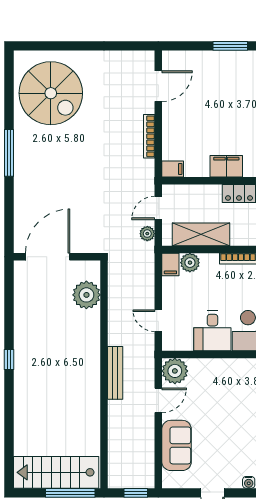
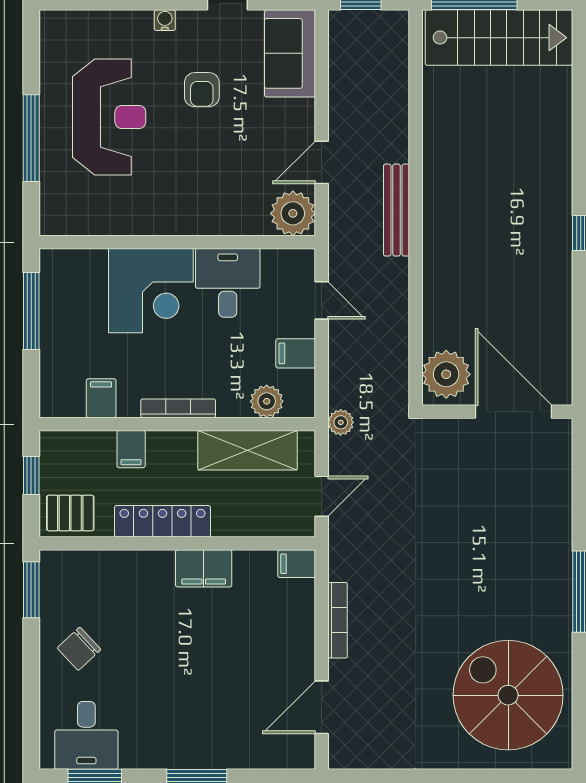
plant: (147, 234) -> (341, 422), moved
door: (48, 257) -> (513, 412), swing flipped
filing cabinet: (170, 264) -> (296, 353), moved, turned -90
plant: (86, 295) -> (446, 374), moved
armchair: (227, 442) -> (202, 90), added
sofa: (177, 445) -> (290, 53), moved

